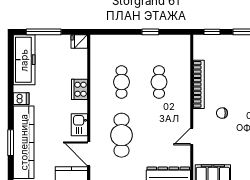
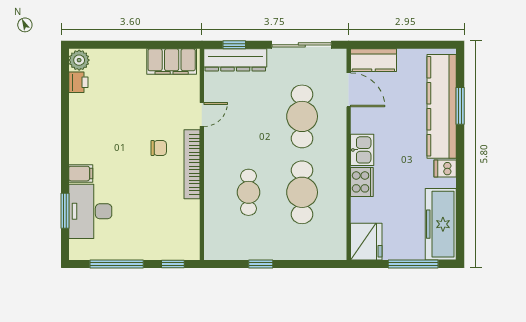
fridge: (79, 41) -> (366, 242), width x1.88, depth x1.34
cafe table: (122, 82) -> (302, 192), width x1.37, depth x1.35
bookcase: (199, 84) -> (192, 164), moved
kitchen sink: (79, 125) -> (362, 150), moved

